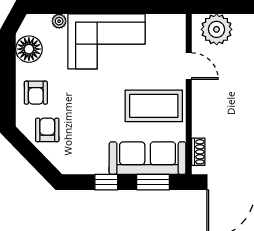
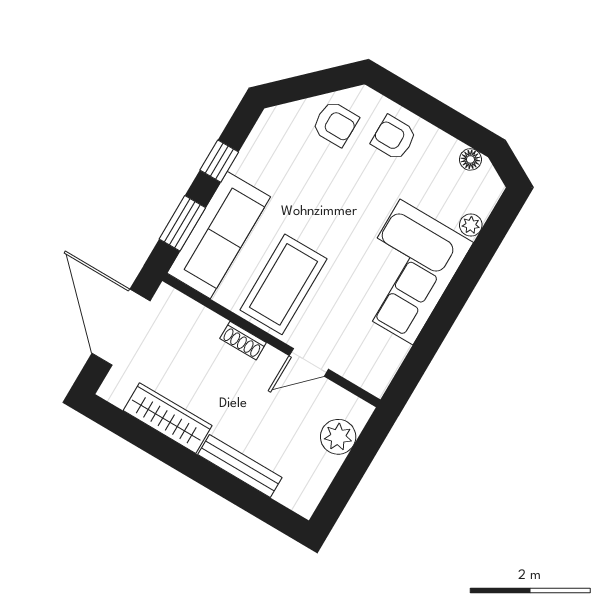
plant: (217, 29) -> (338, 437), width x0.73, depth x0.73
floor lamp: (29, 49) -> (470, 159), width x0.53, depth x0.53
shoe rack: (198, 152) -> (243, 341), moved

